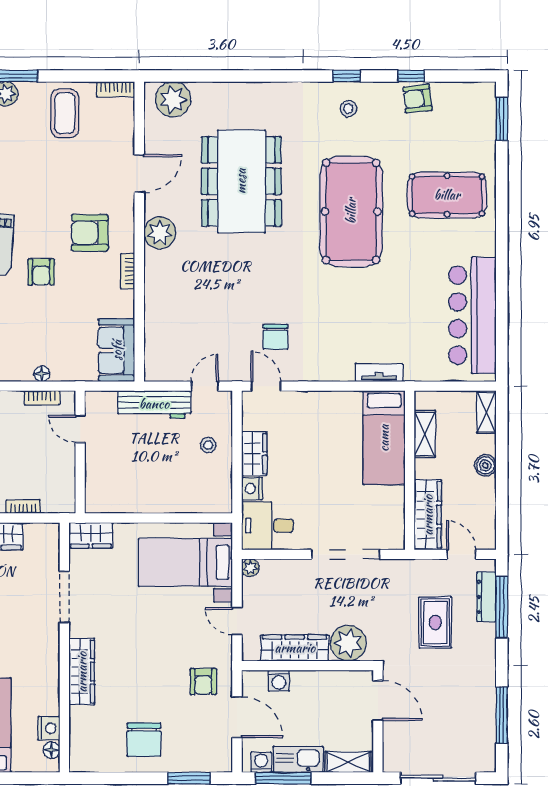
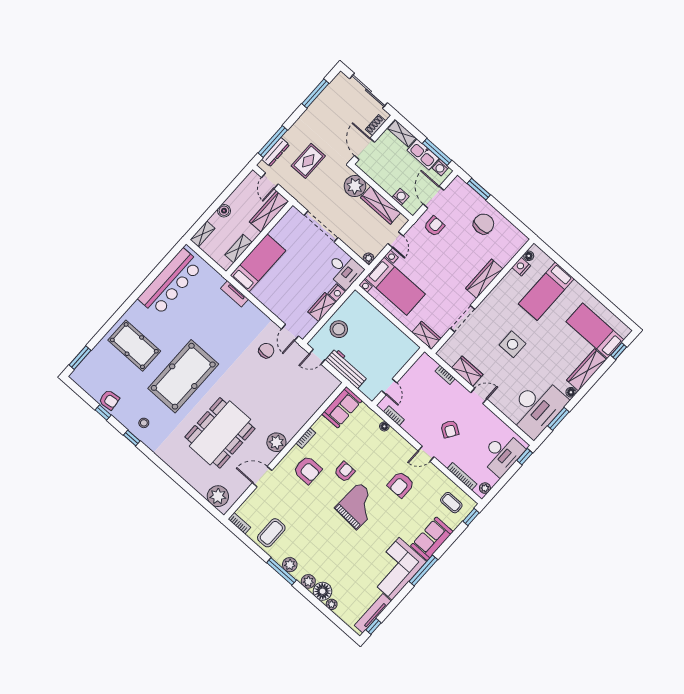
stool: (208, 445) -> (339, 329), width x1.89, depth x1.89
shoe rack: (391, 743) -> (376, 125), added

